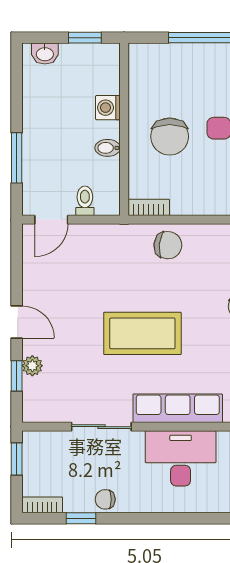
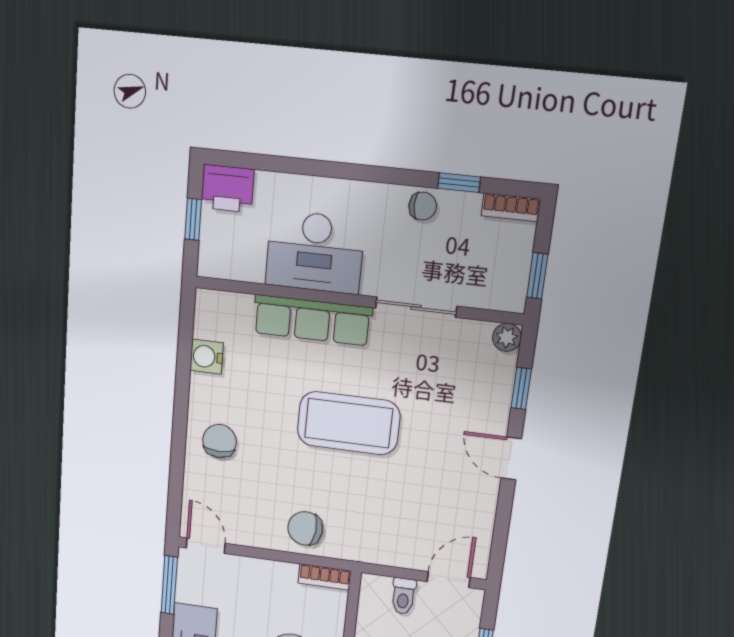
plant: (32, 366) -> (507, 337), moved

